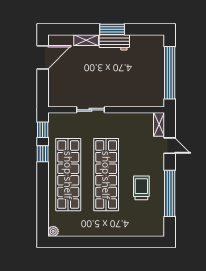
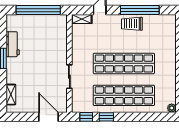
shelving: (86, 40) -> (11, 95), moved
workbench: (114, 42) -> (13, 44), moved
door: (43, 57) -> (48, 117), moved
trolley: (141, 188) -> (132, 24), moved

